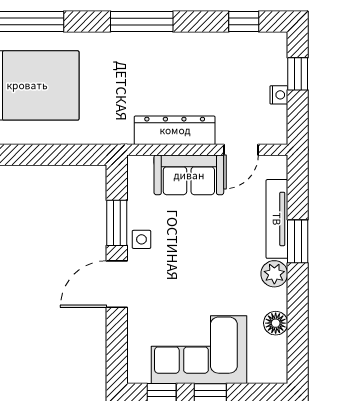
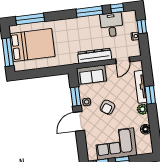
window: (142, 22) -> (89, 12), moved
desk: (225, 60) -> (112, 25), added
sofa: (189, 175) -> (91, 75), moved
armchair: (190, 259) -> (107, 107), added

